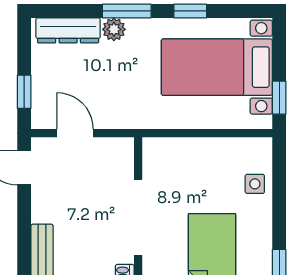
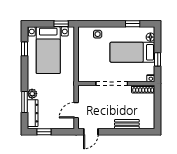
window: (127, 11) -> (24, 102), moved
window: (190, 11) -> (24, 49), moved
window: (24, 92) -> (44, 132), moved

